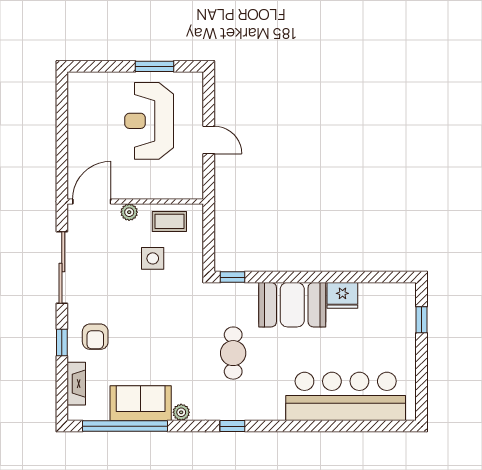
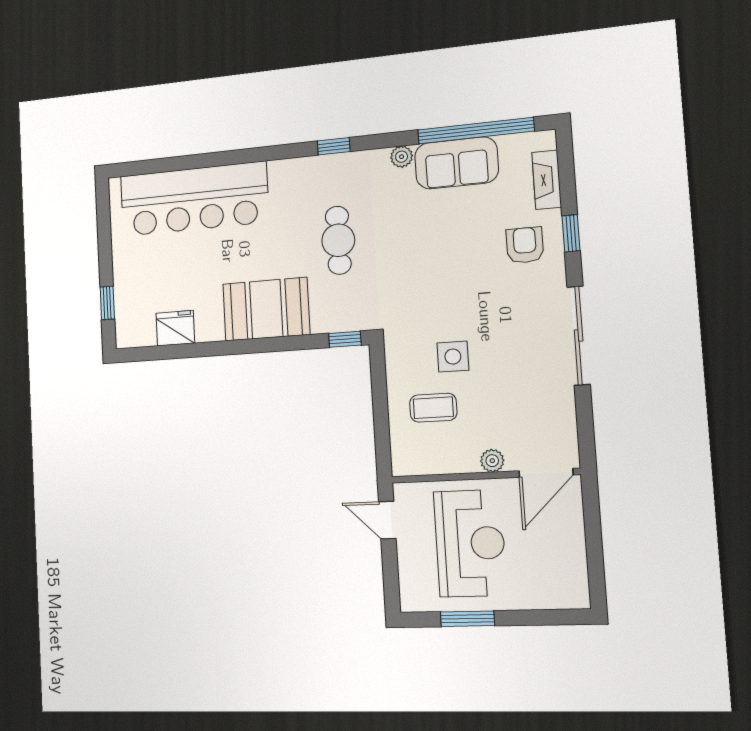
door: (92, 202) -> (546, 473), moved
wall: (135, 202) -> (485, 476), moved
plant: (129, 212) -> (492, 461), moved
fridge: (342, 295) -> (175, 328), moved

